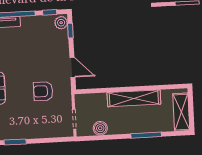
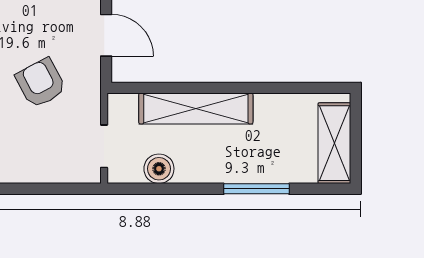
armchair: (43, 91) -> (41, 83), turned 62
shelving: (134, 98) -> (196, 108), moved

